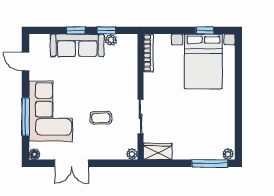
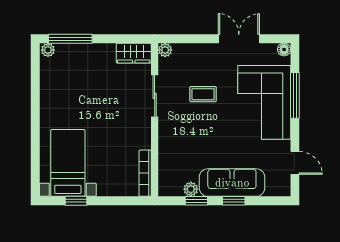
bed with nightstands: (203, 61) -> (68, 163), width x0.73

